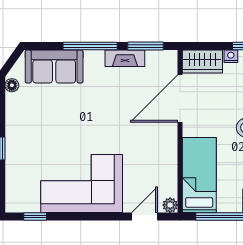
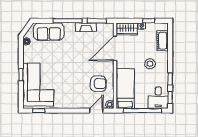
armchair: (148, 166) -> (98, 84), added
corner sofa: (82, 184) -> (38, 85), moved, turned 90

